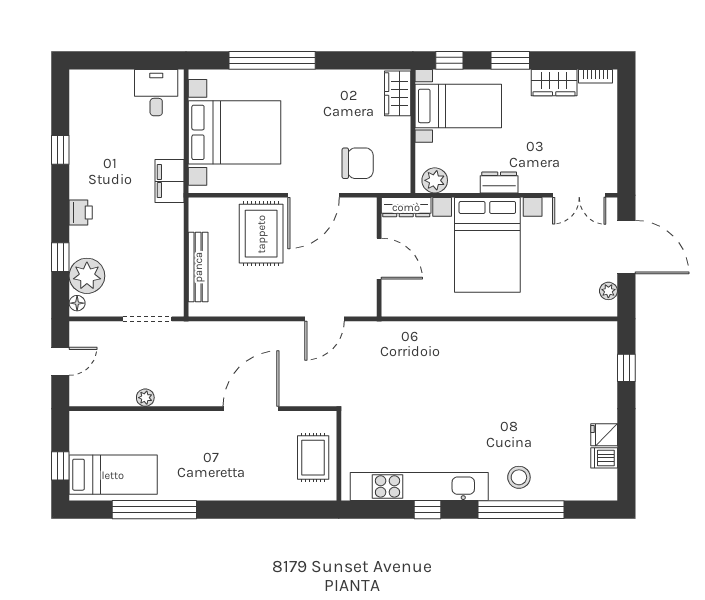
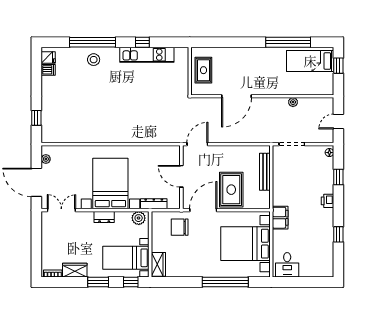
wall: (379, 257) -> (181, 177), moved
door: (379, 259) -> (181, 176), moved
plant: (87, 276) -> (324, 167), removed
fridge: (604, 435) -> (48, 58), moved
kitchen unit: (419, 486) -> (147, 55), width x0.73

